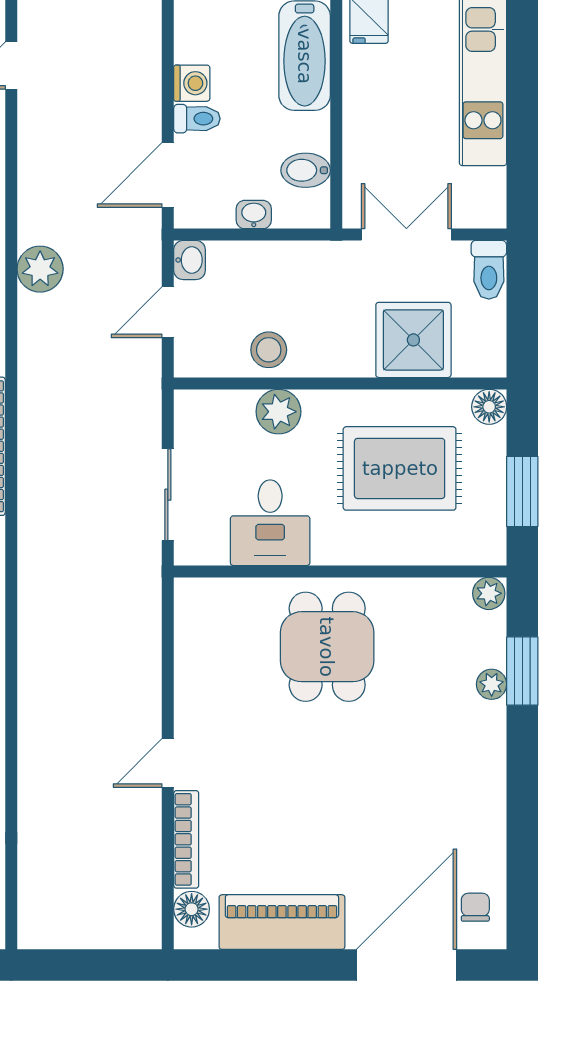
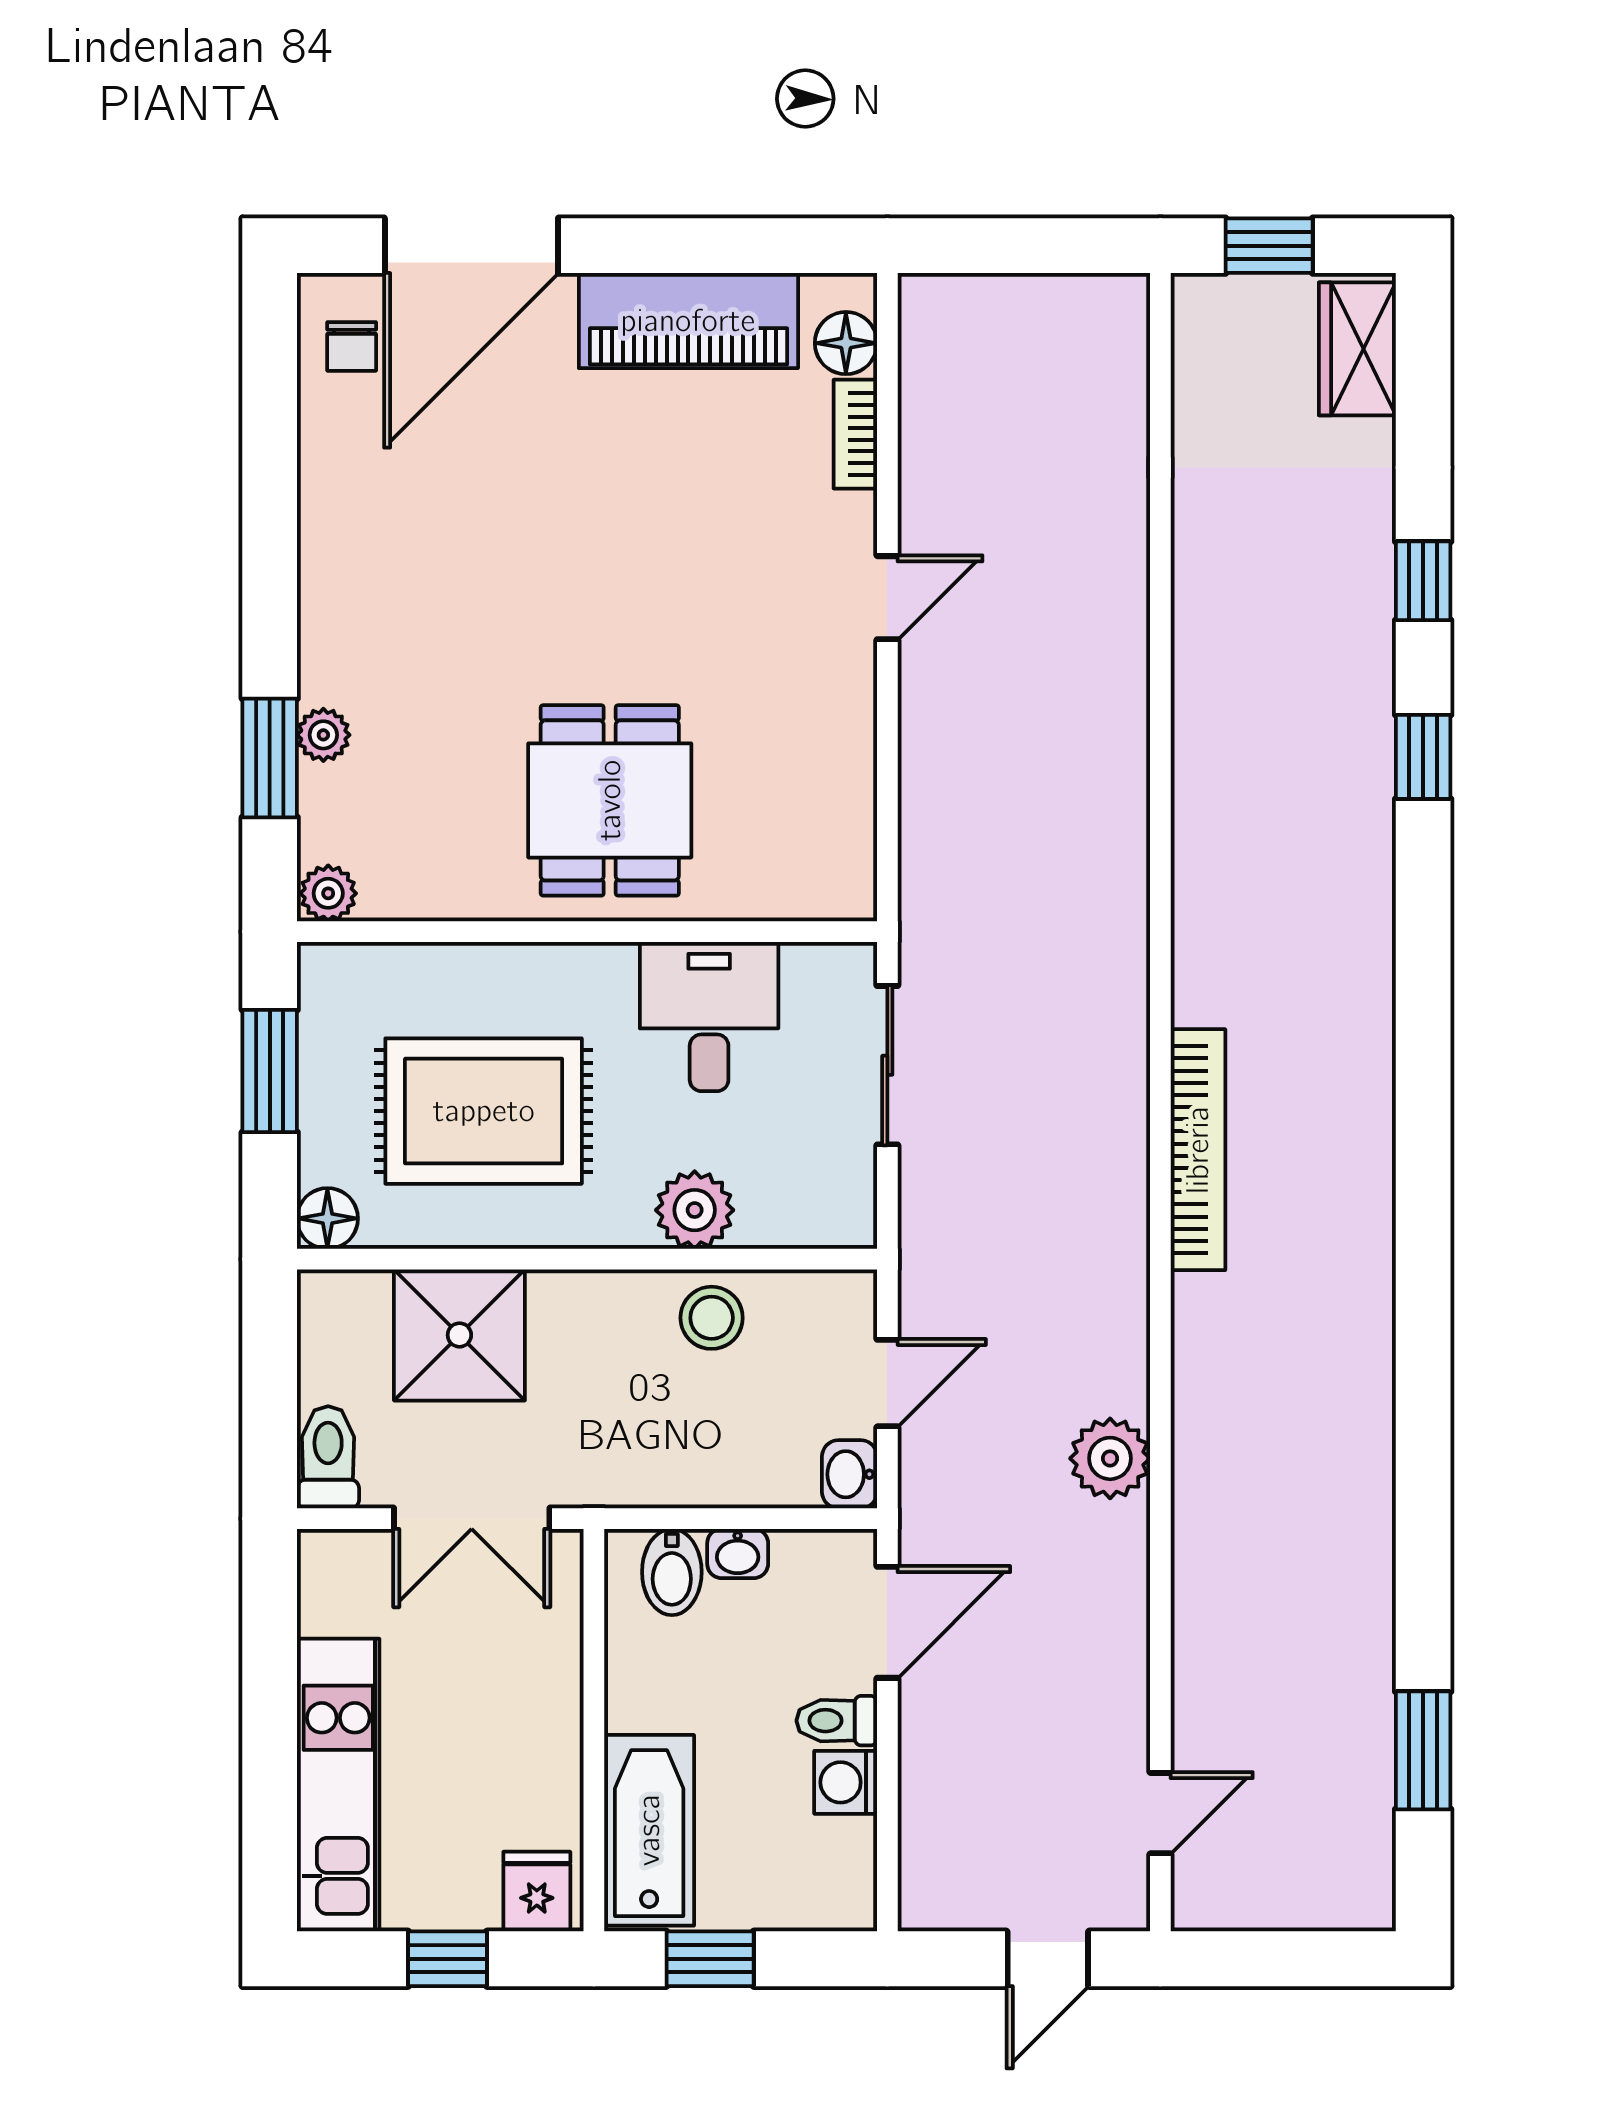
bidet: (306, 170) -> (672, 1572), moved, turned 90
bookcase: (186, 839) -> (855, 434), width x0.64

